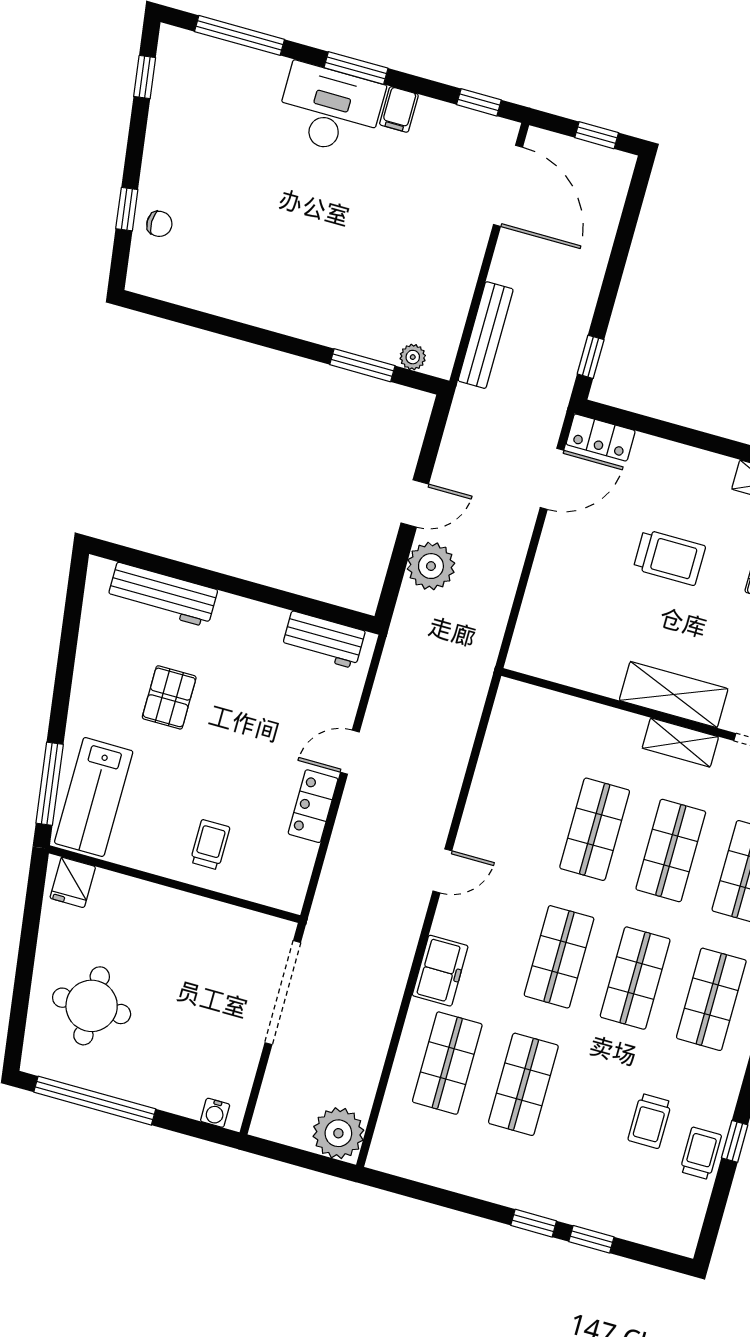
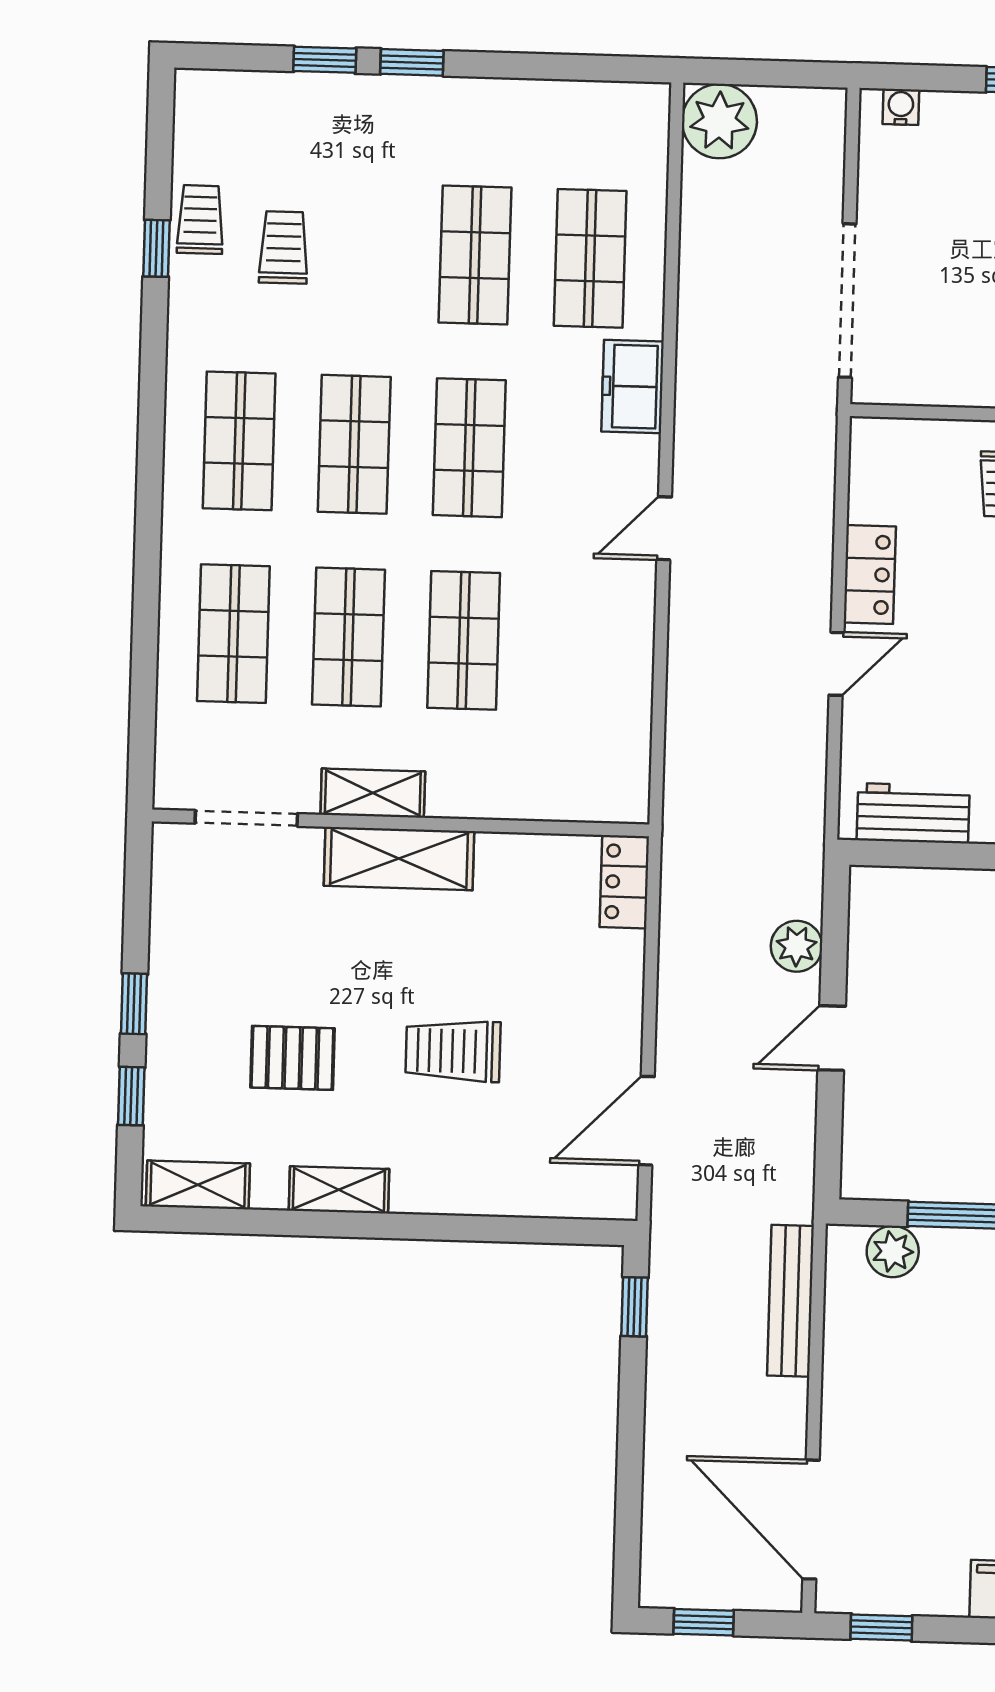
plant: (413, 357) -> (893, 1252), width x1.38, depth x1.38
locker: (601, 438) -> (624, 882), moved, turned -90
plant: (431, 566) -> (797, 946), width x0.73, depth x0.73
trolley: (701, 1153) -> (200, 220), turned 180

